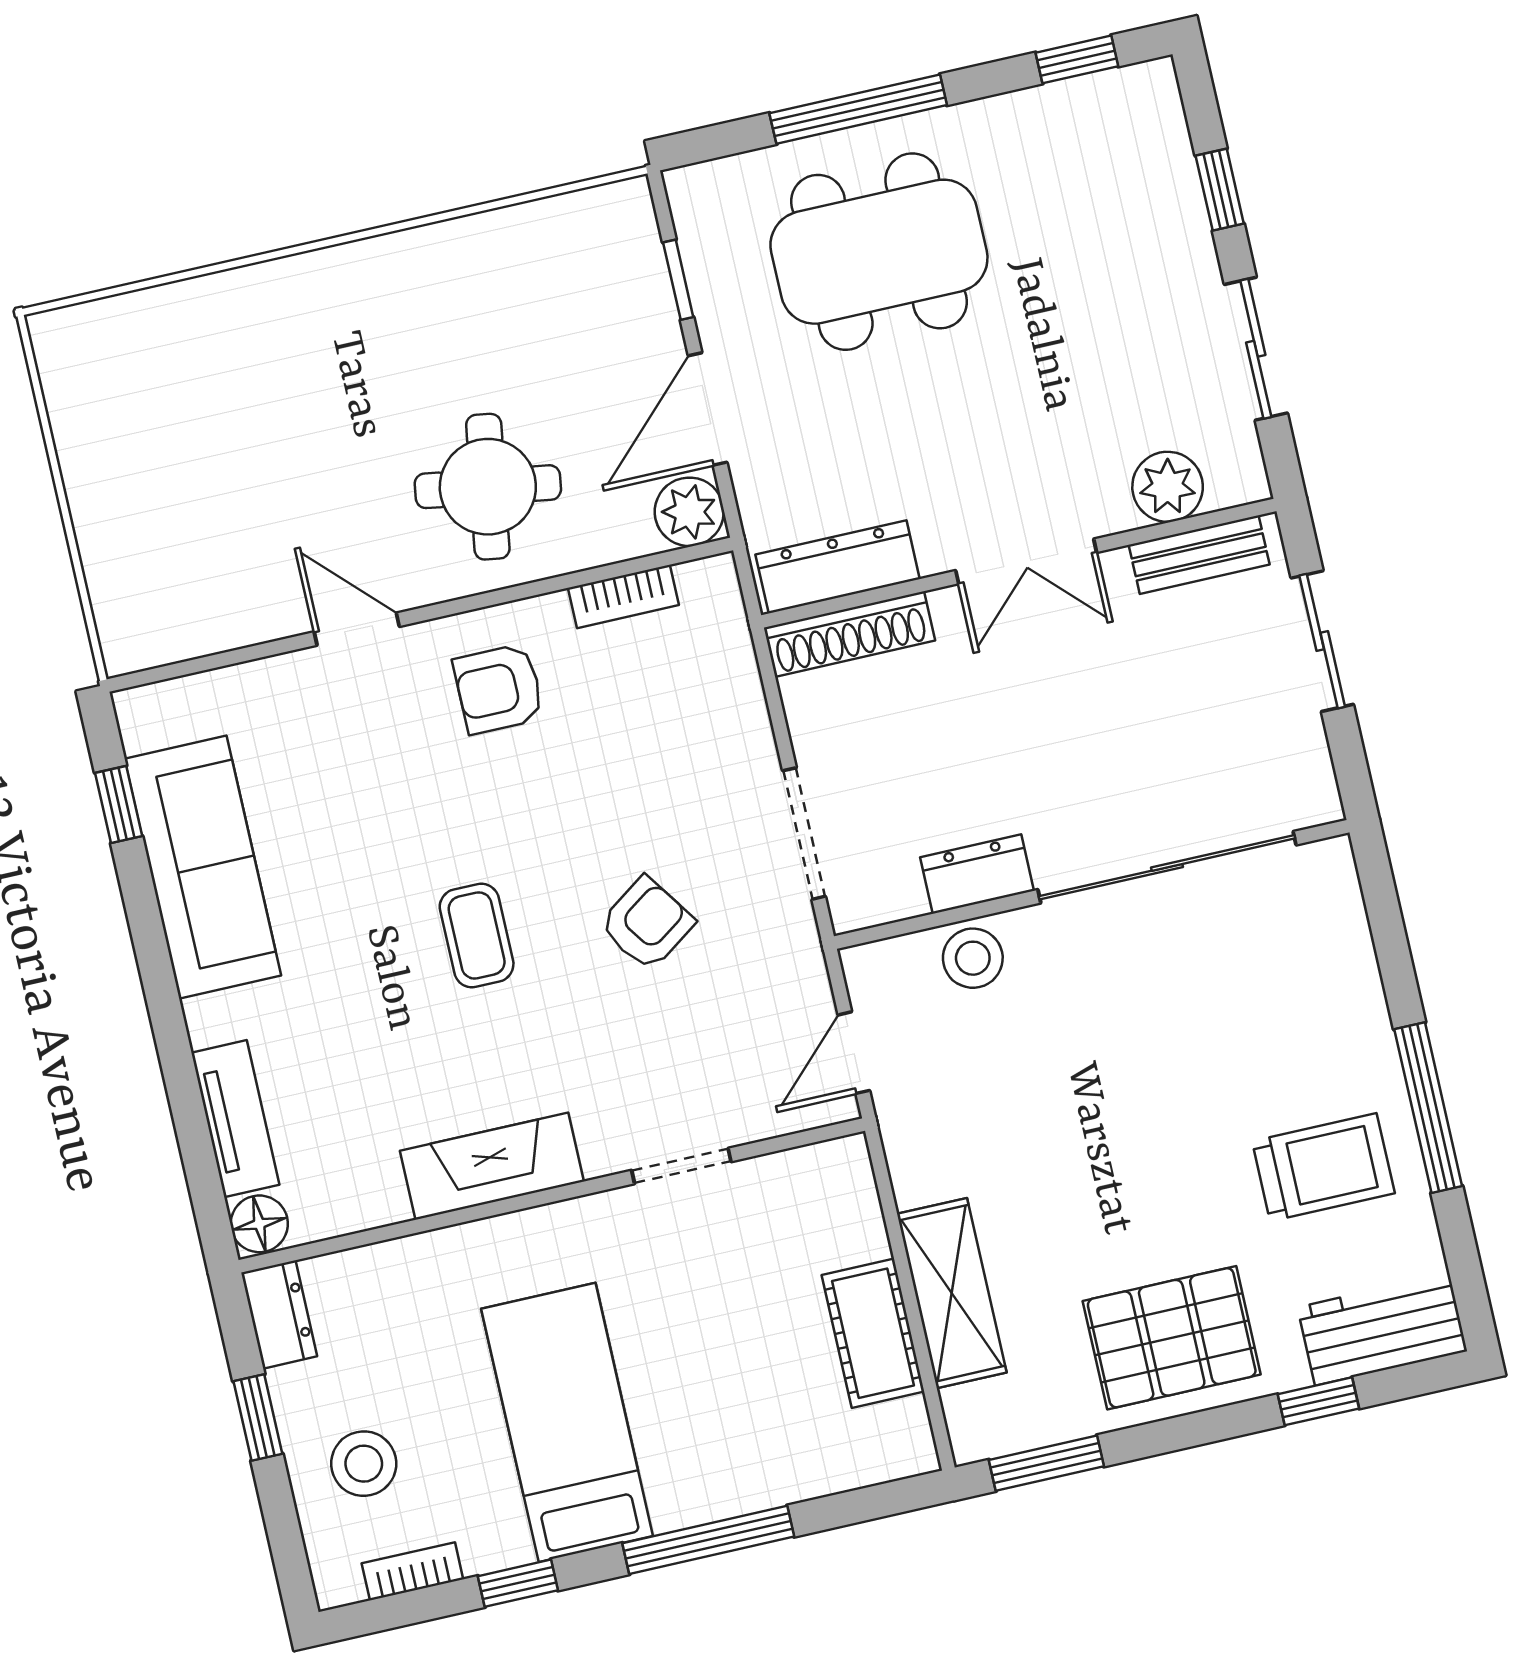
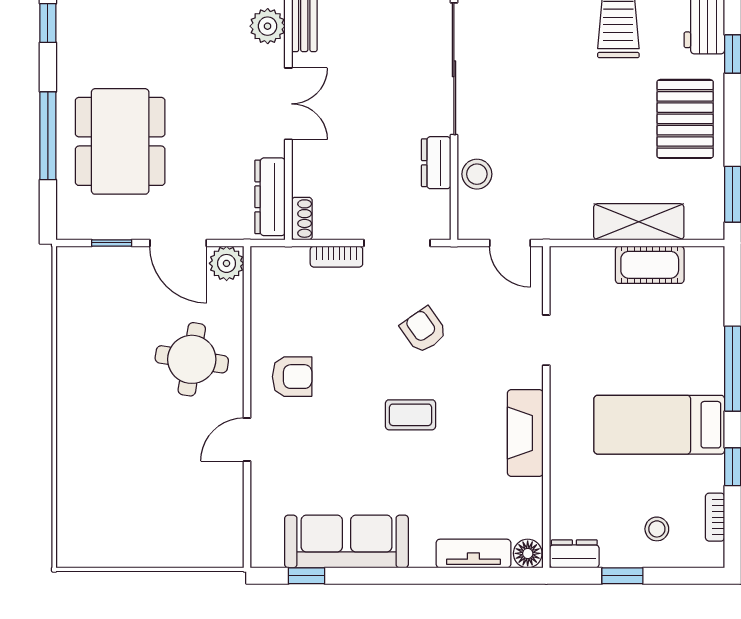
bookcase: (623, 596) -> (336, 257), moved, turned 90
shoe rack: (849, 634) -> (302, 219), width x0.51, depth x0.81
armchair: (499, 689) -> (292, 377), turned -90
stool: (364, 1464) -> (657, 529), width x0.73, depth x0.73

